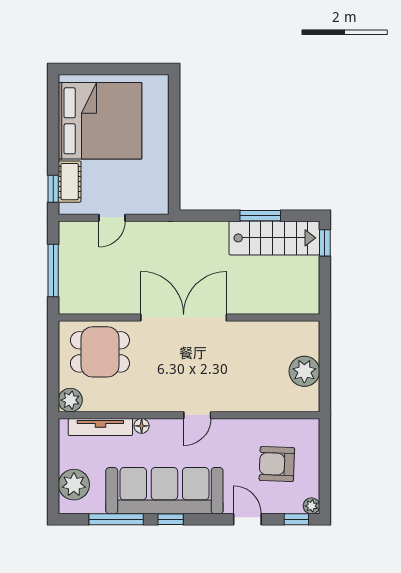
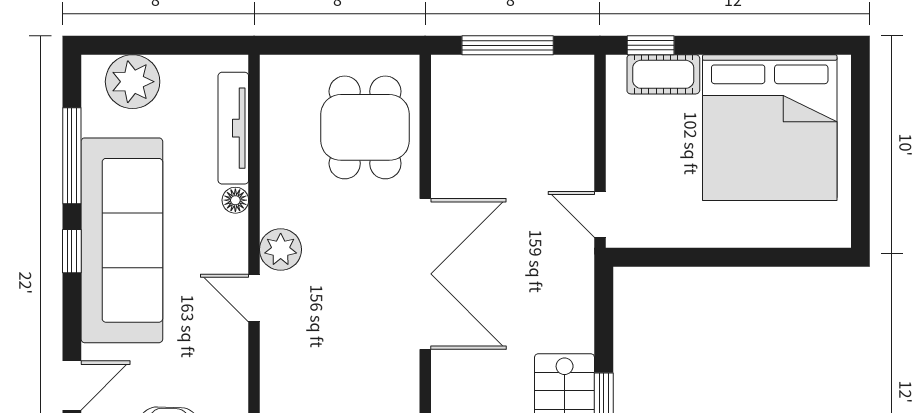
door: (112, 218) -> (600, 214), moved
plant: (70, 400) -> (281, 250), moved

